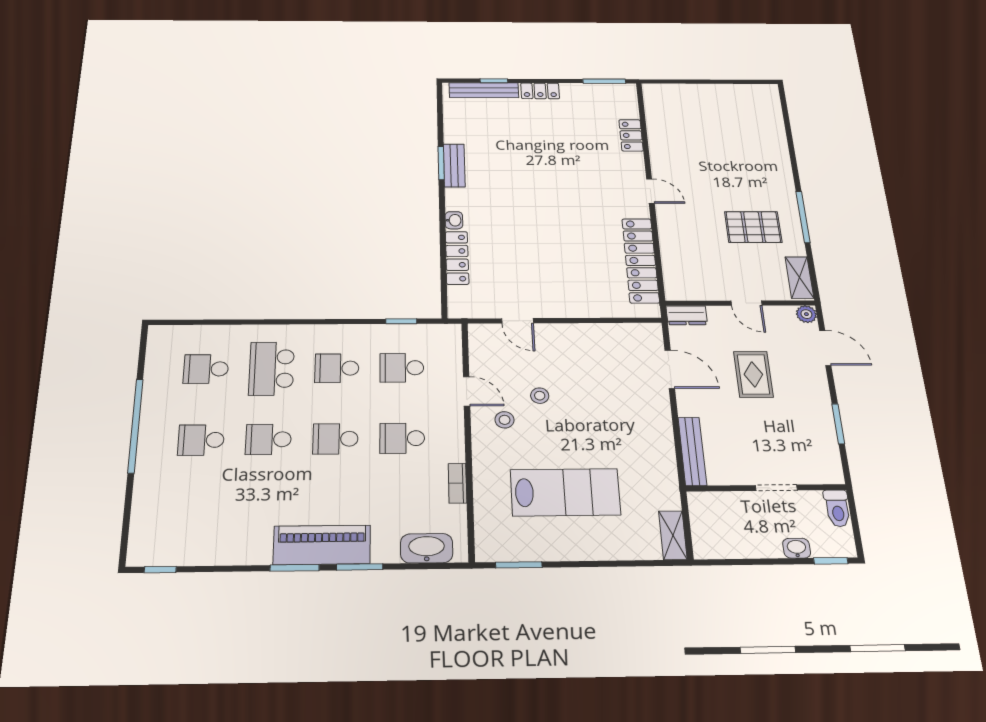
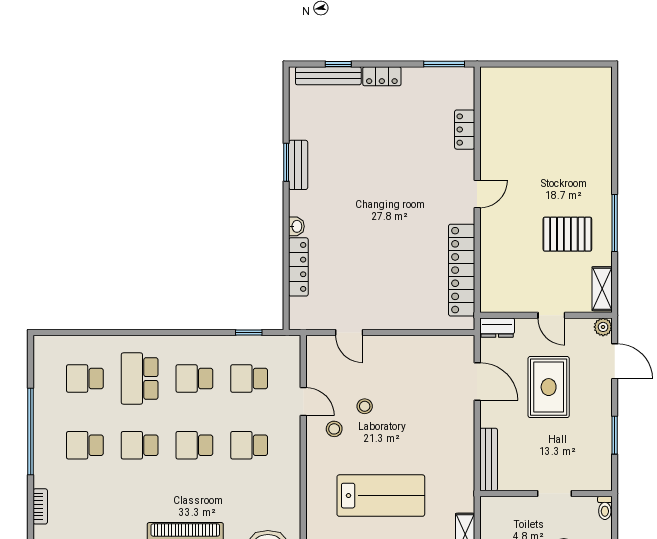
door: (650, 191) -> (477, 194), hinge flipped
rug: (753, 374) -> (549, 387), width x1.36, depth x1.43
bookcase: (457, 483) -> (40, 506), moved, turned 180
toilet: (837, 508) -> (605, 508), width x0.73, depth x0.72

